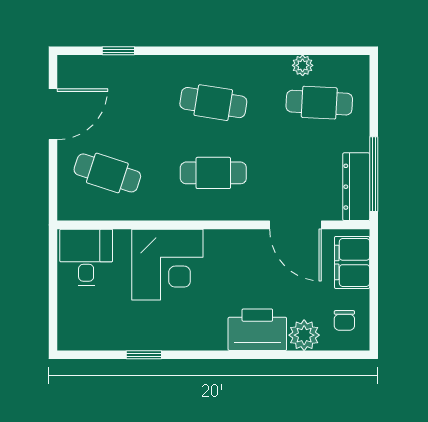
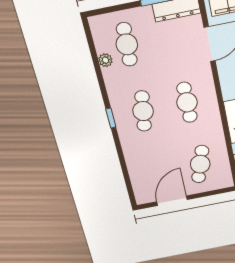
window: (118, 51) -> (111, 118), moved
door: (53, 114) -> (172, 201), hinge flipped

